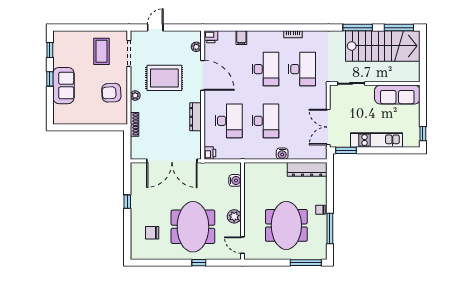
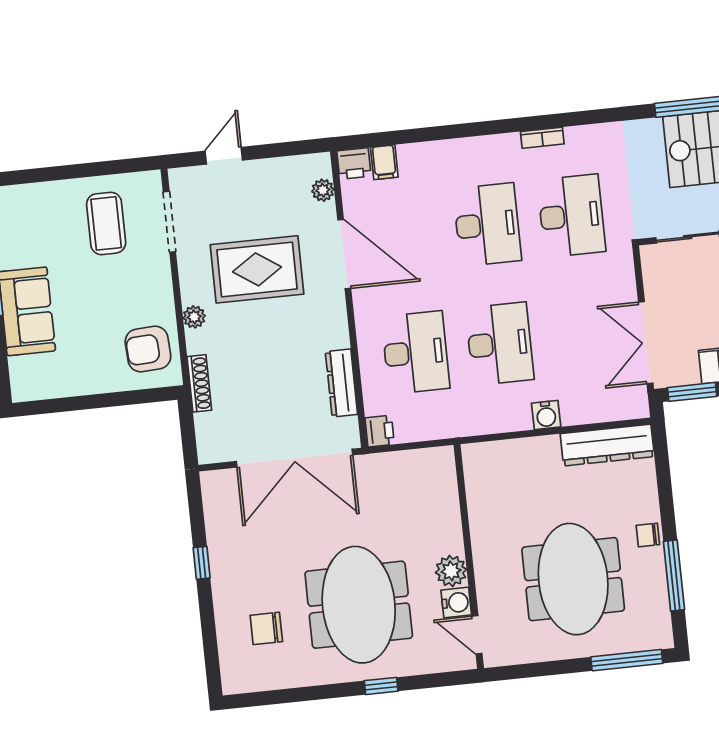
filing cabinet: (241, 38) -> (384, 162), moved
armchair: (111, 93) -> (148, 349), moved
dresser: (196, 117) -> (341, 383), moved
water cooler: (235, 180) -> (456, 603), moved

